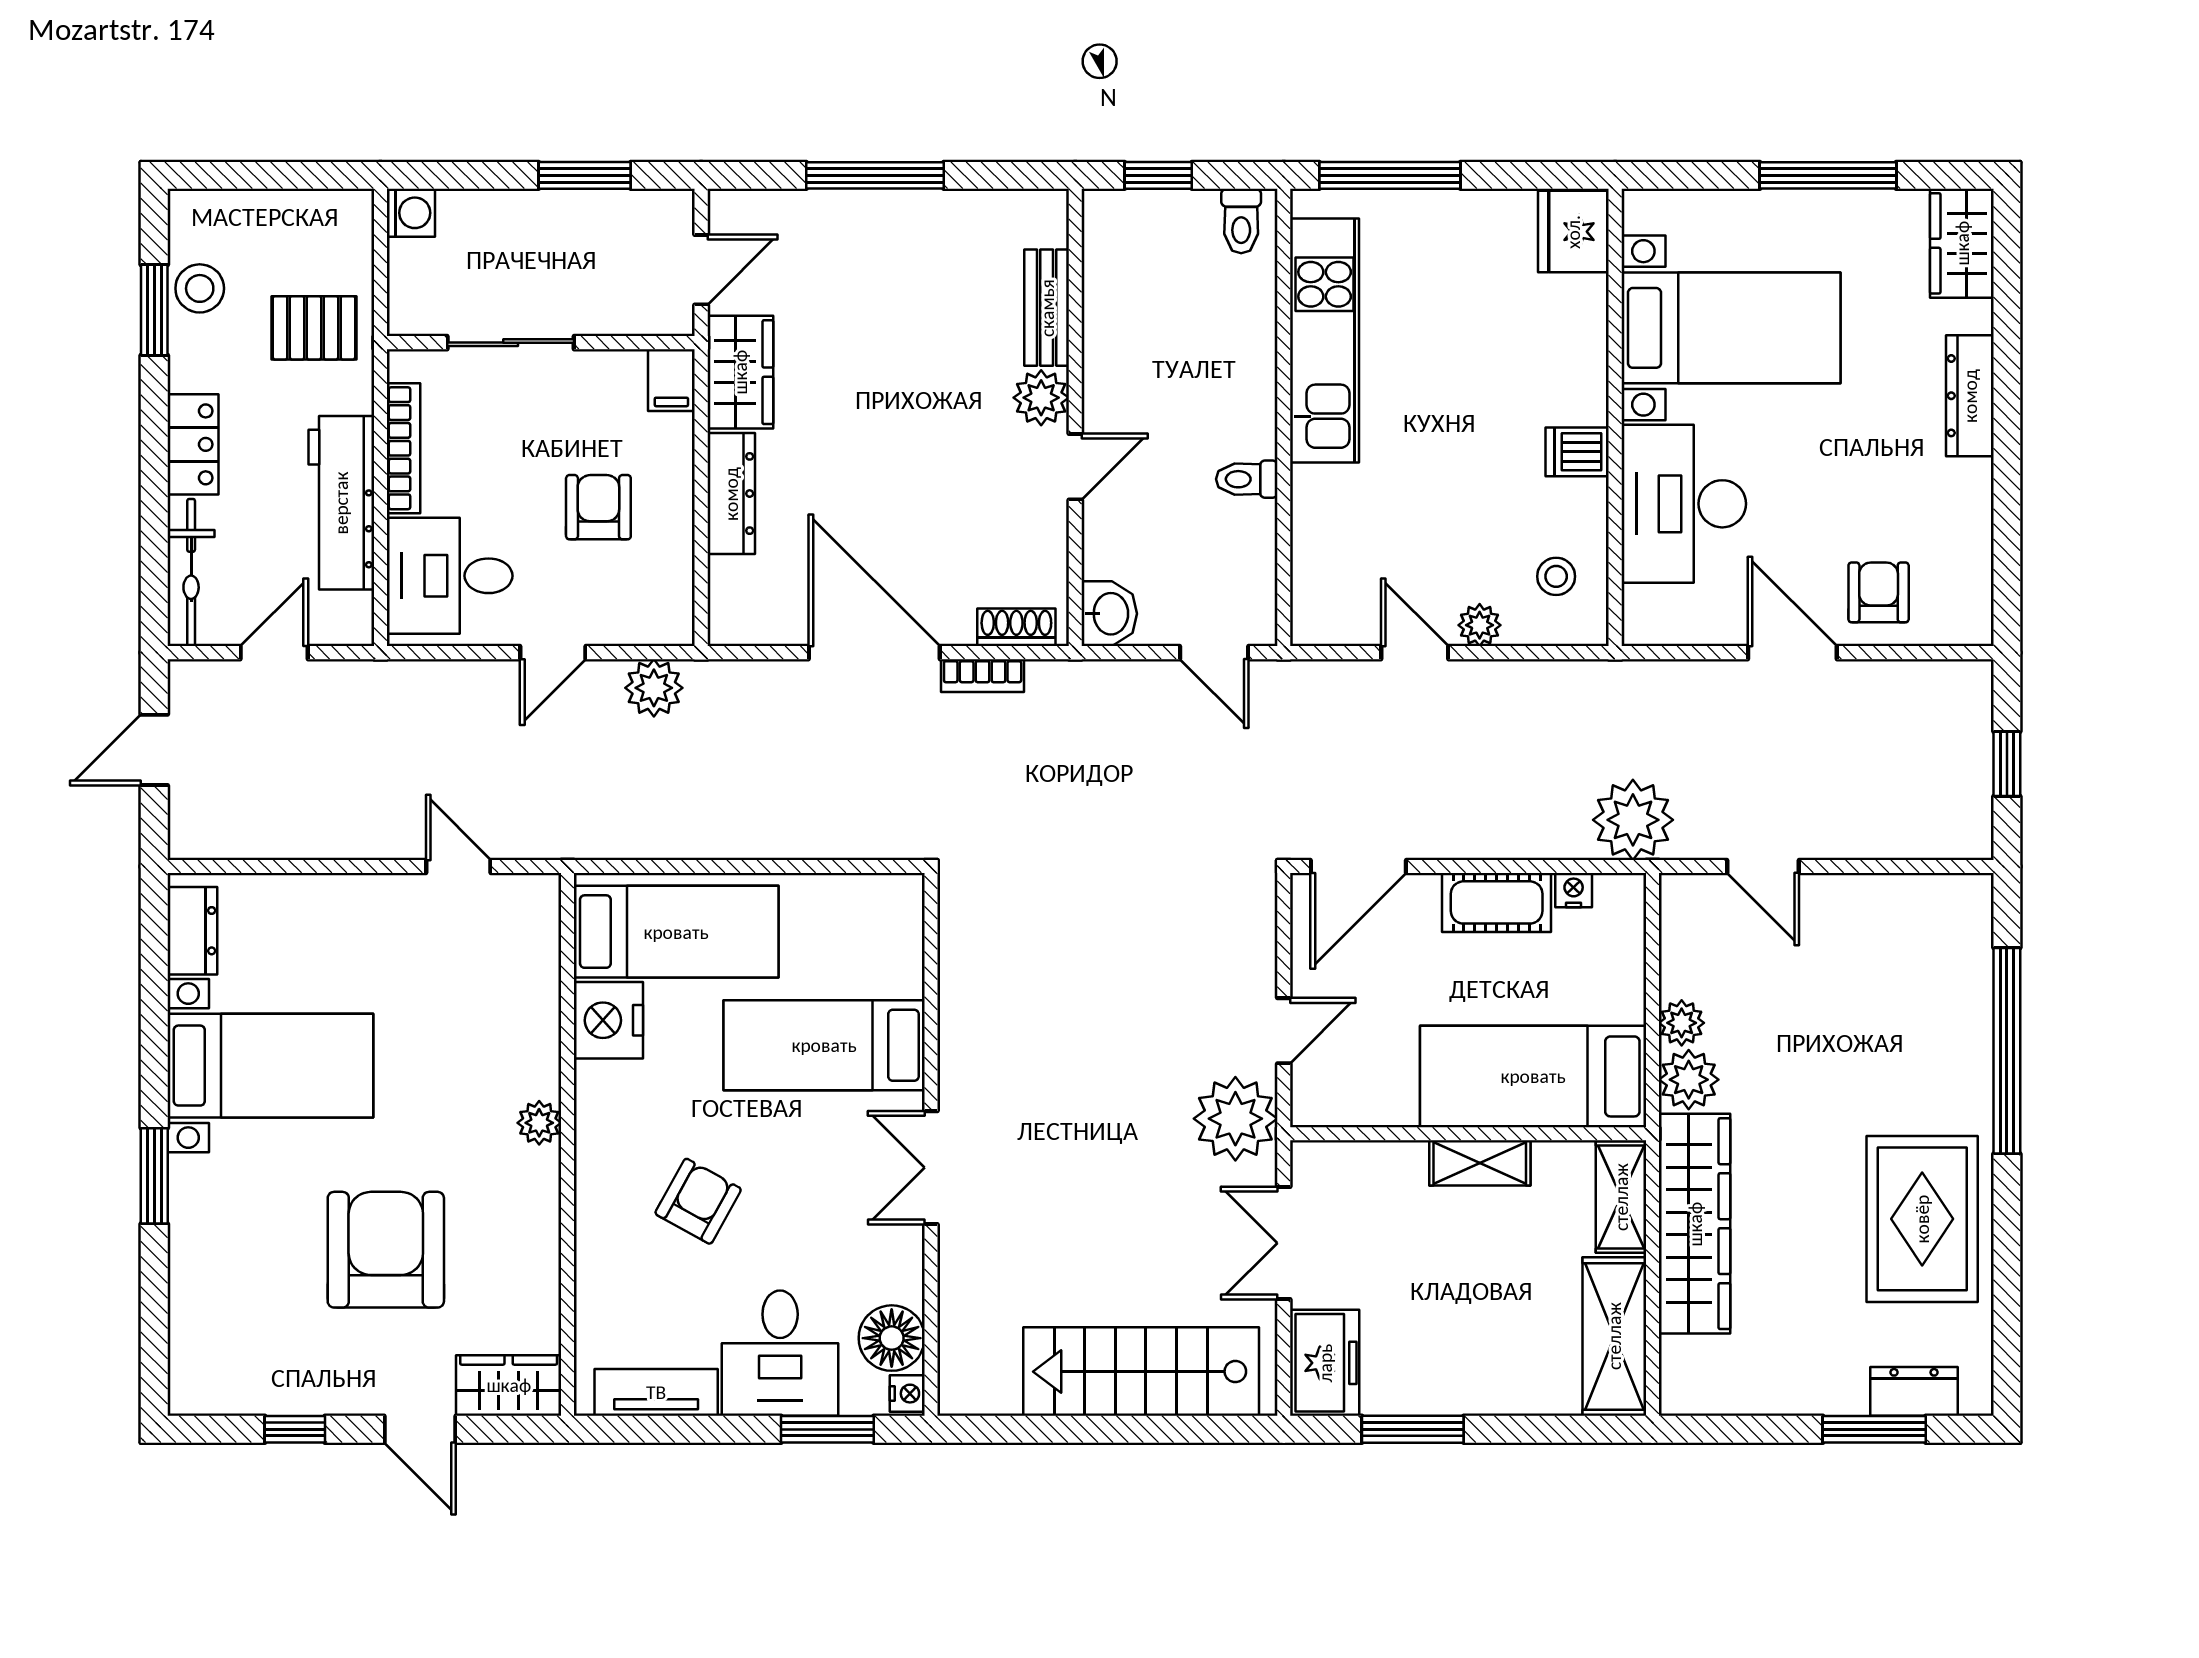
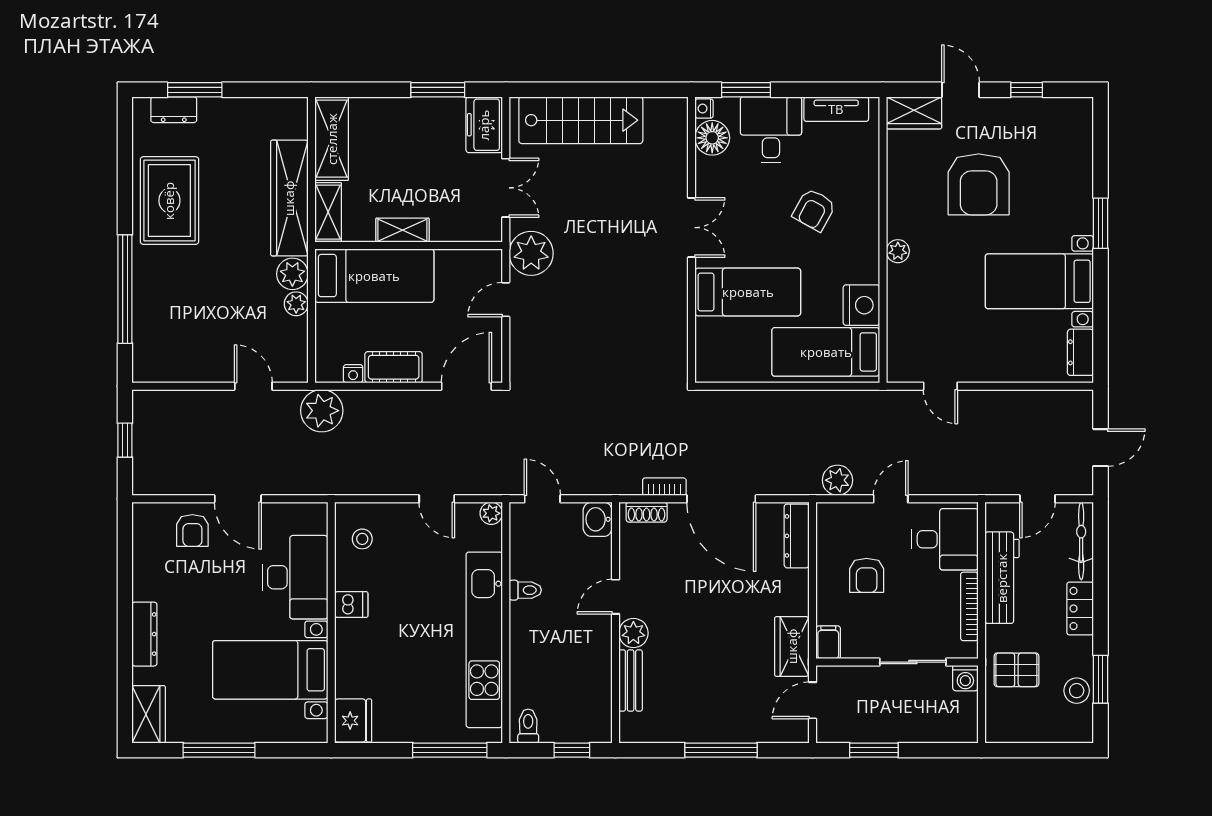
washing machine: (411, 213) -> (965, 678), moved, turned -90
kitchen unit: (1325, 340) -> (484, 640), width x1.36
dresser: (731, 494) -> (797, 536), moved
plant: (1480, 625) -> (491, 513), moved

